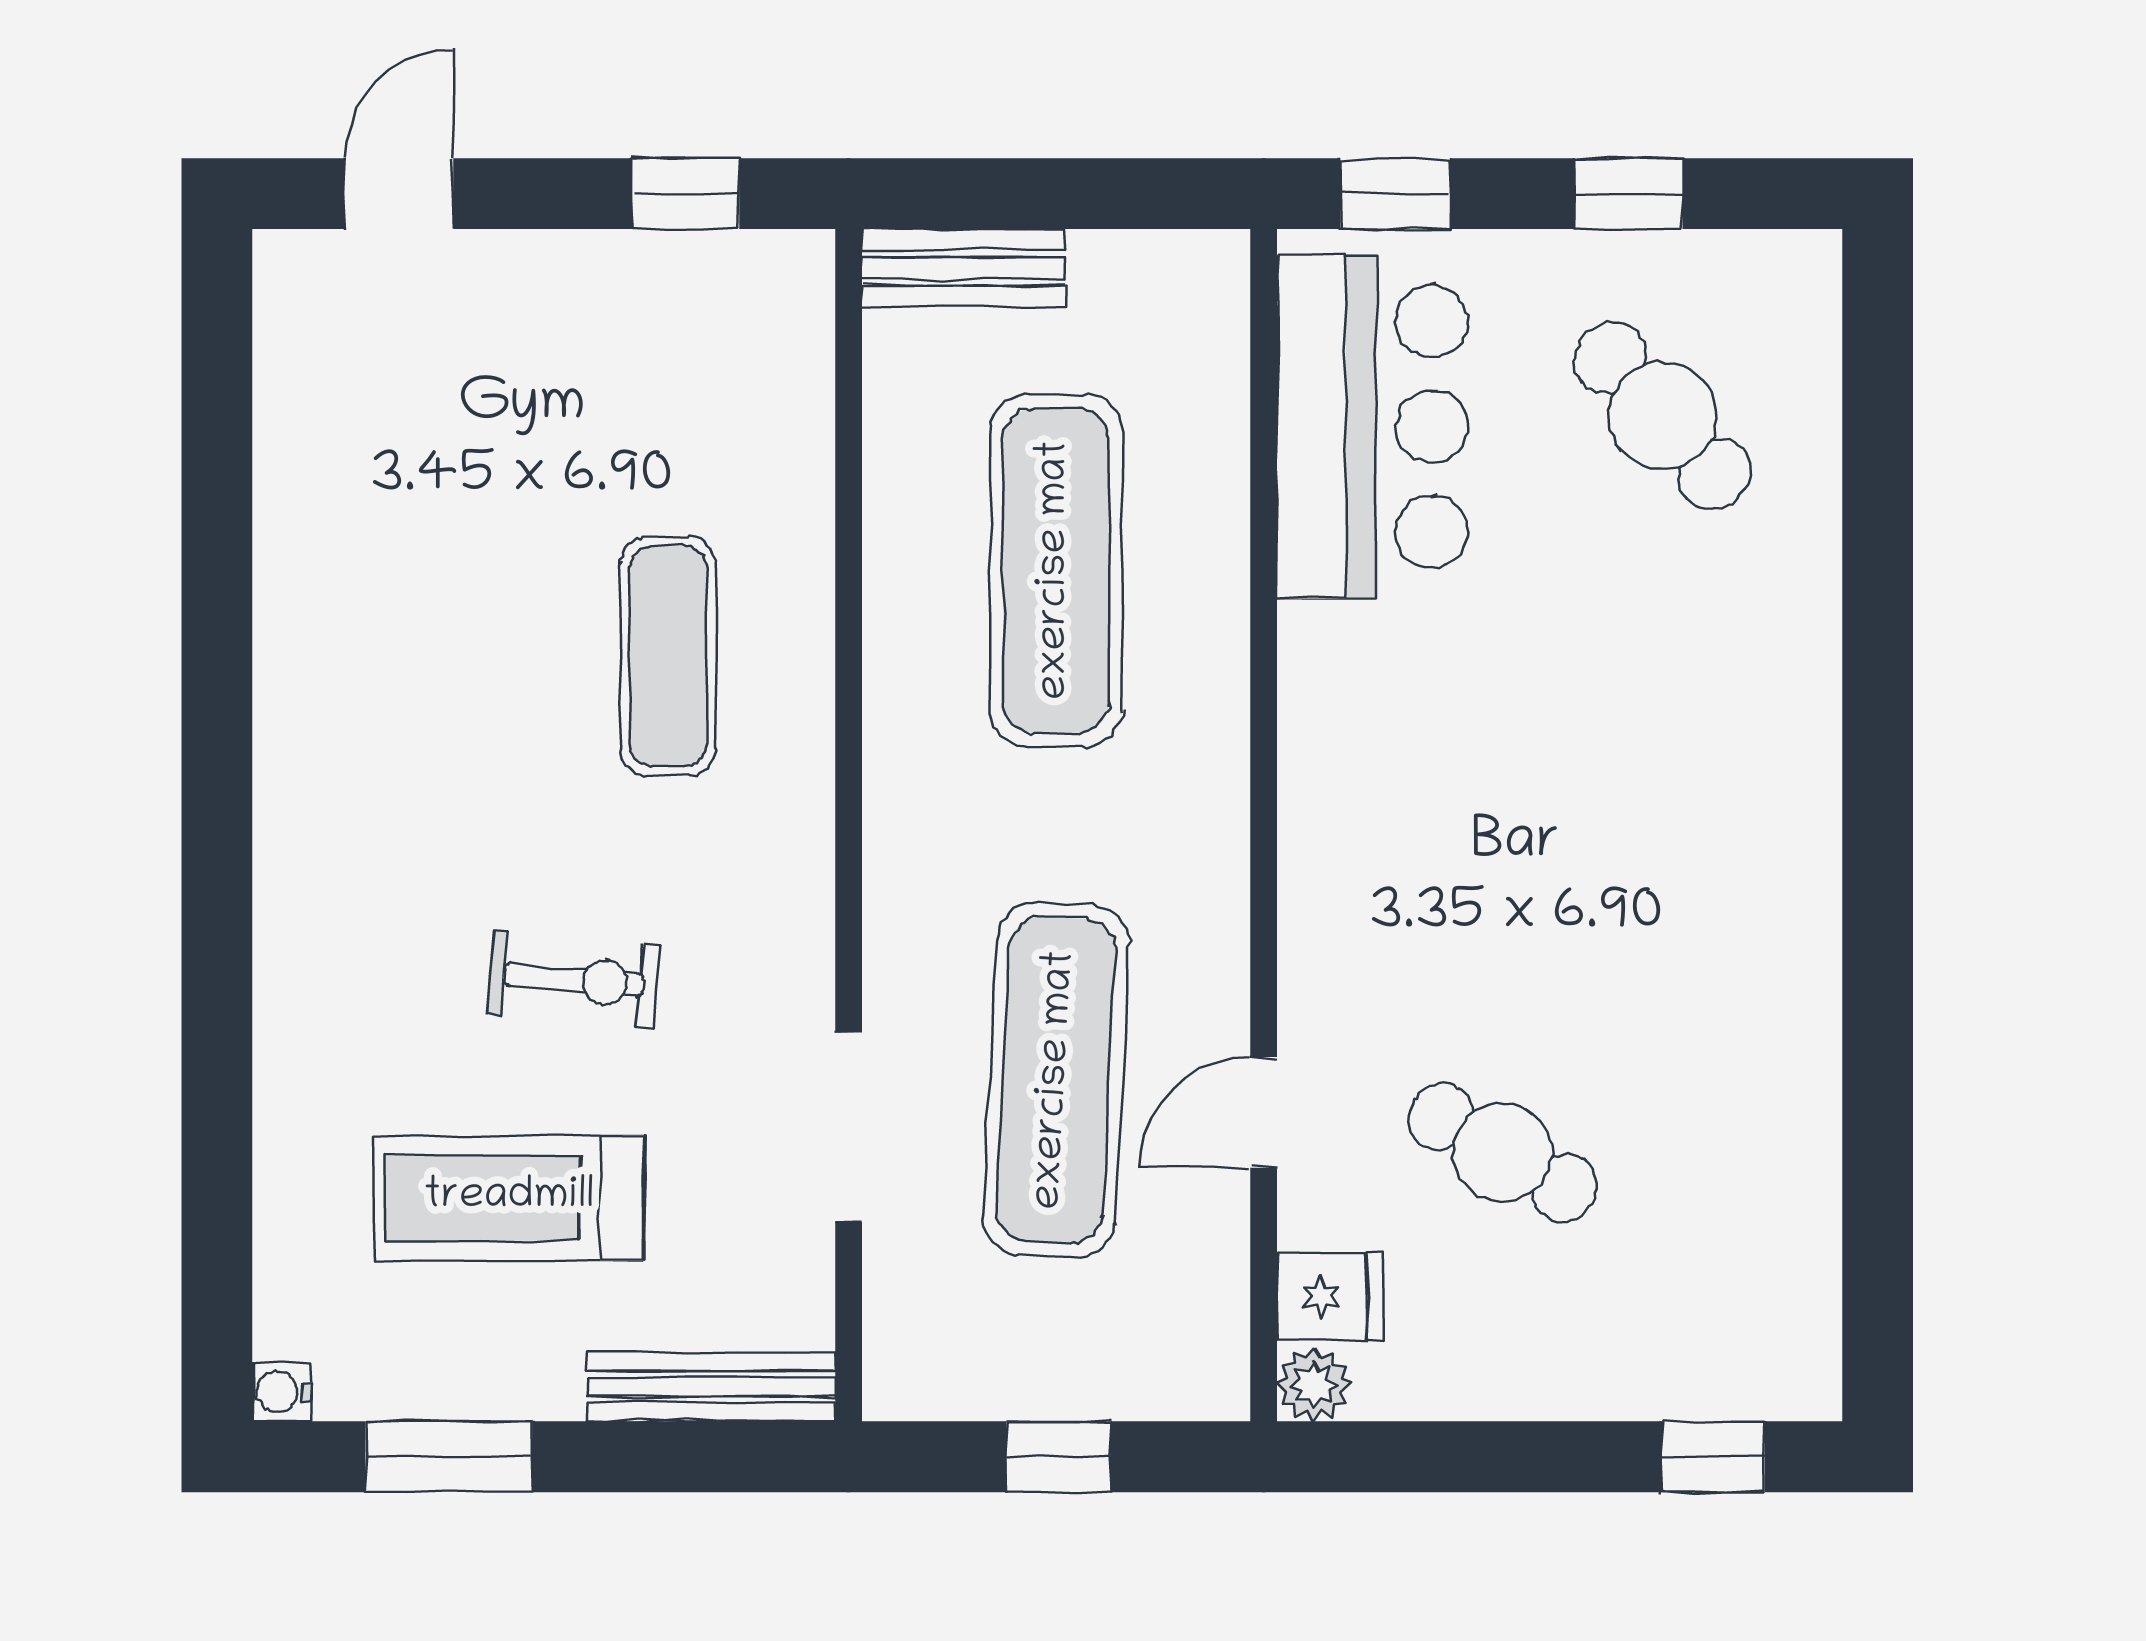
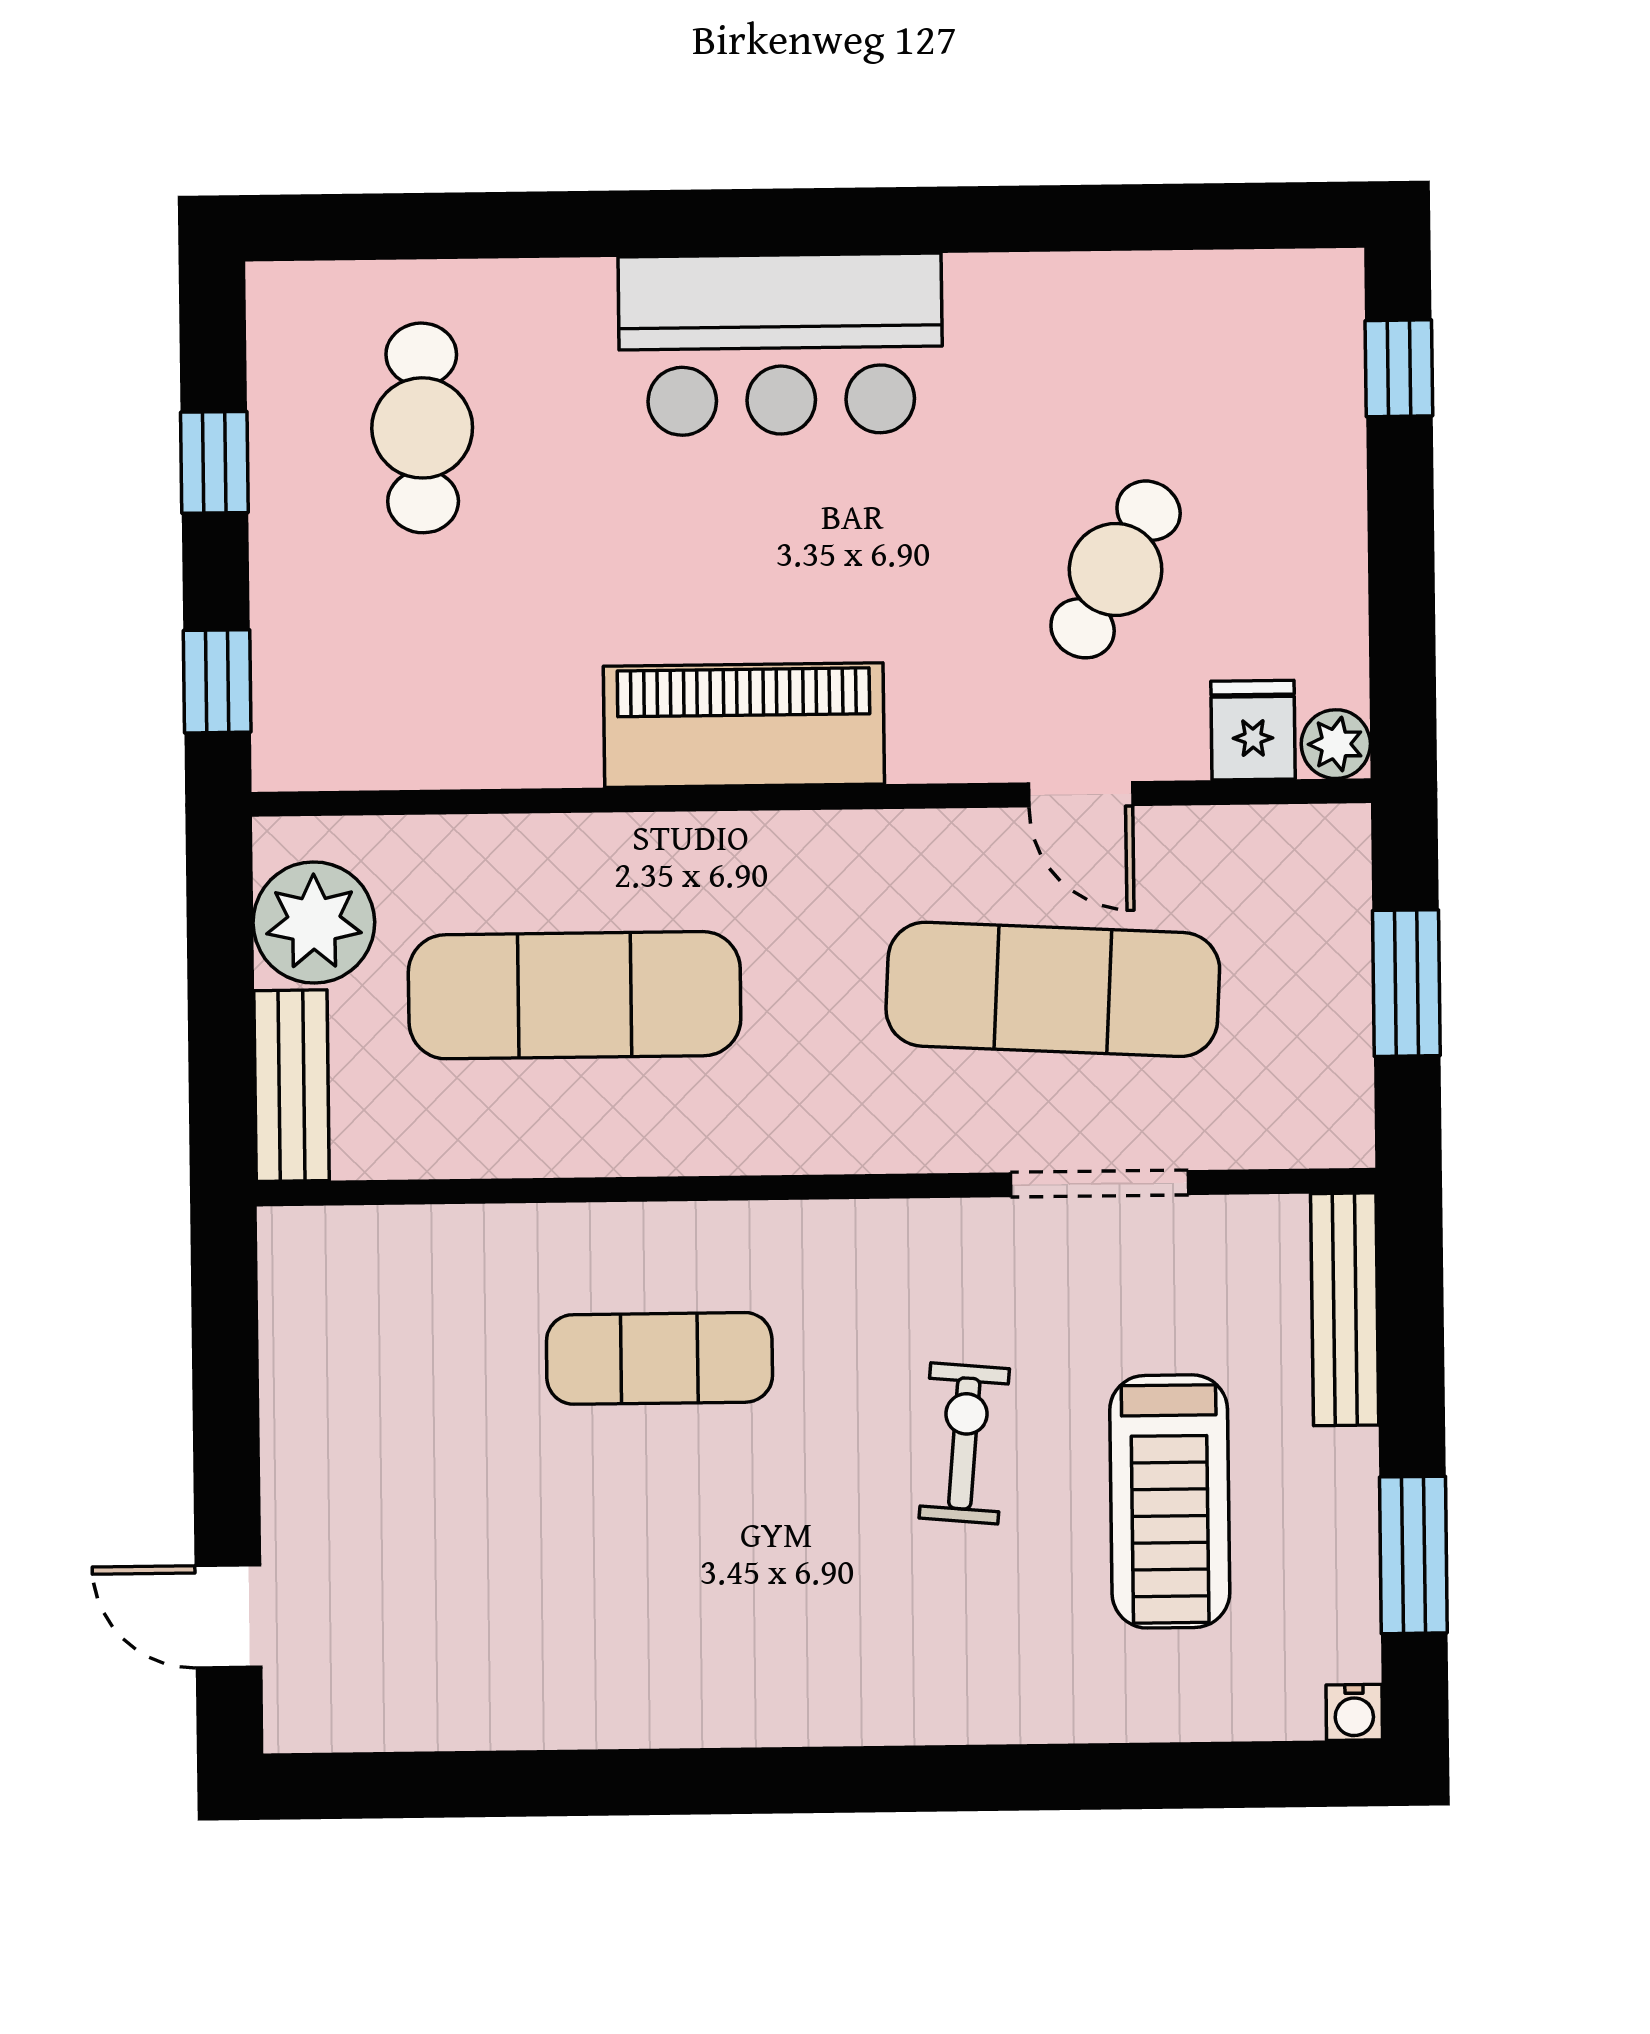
window: (686, 194) -> (225, 1347), removed
plant: (1137, 294) -> (314, 923), added
cafe table: (1662, 415) -> (422, 428), turned -48
bar counter: (1372, 426) -> (781, 344), moved, turned 180
piano: (1342, 754) -> (744, 725), added
window: (1058, 1457) -> (1406, 983), width x1.50

